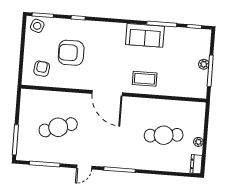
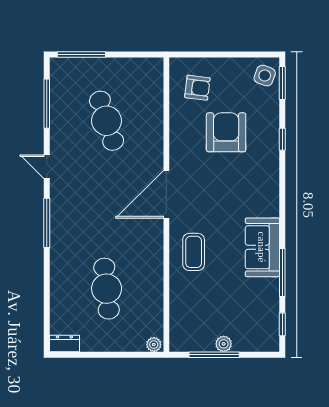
plant: (198, 142) -> (154, 345), moved

